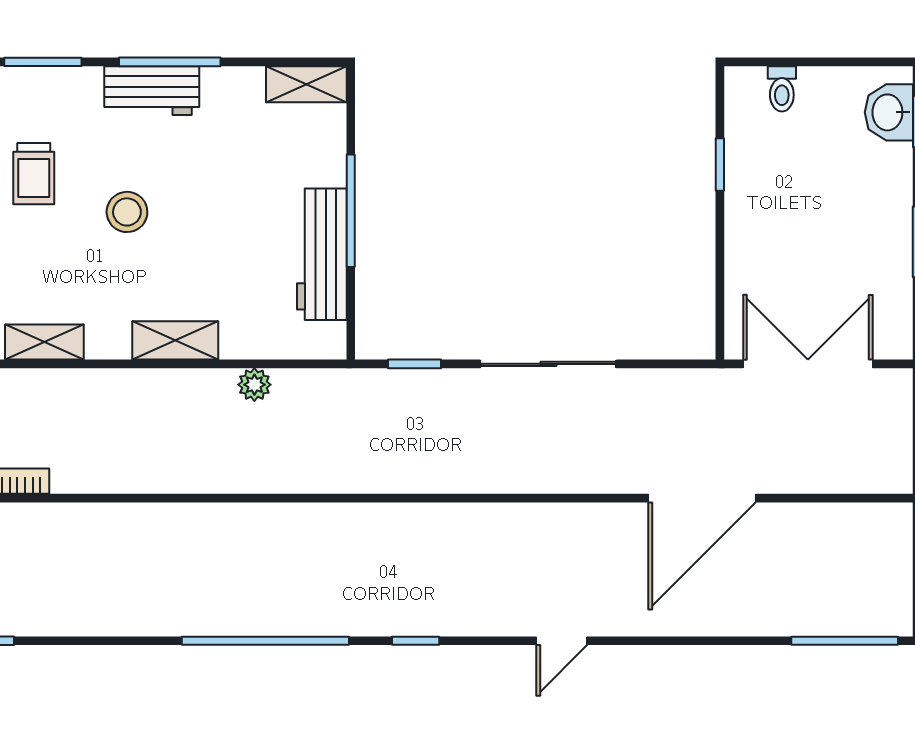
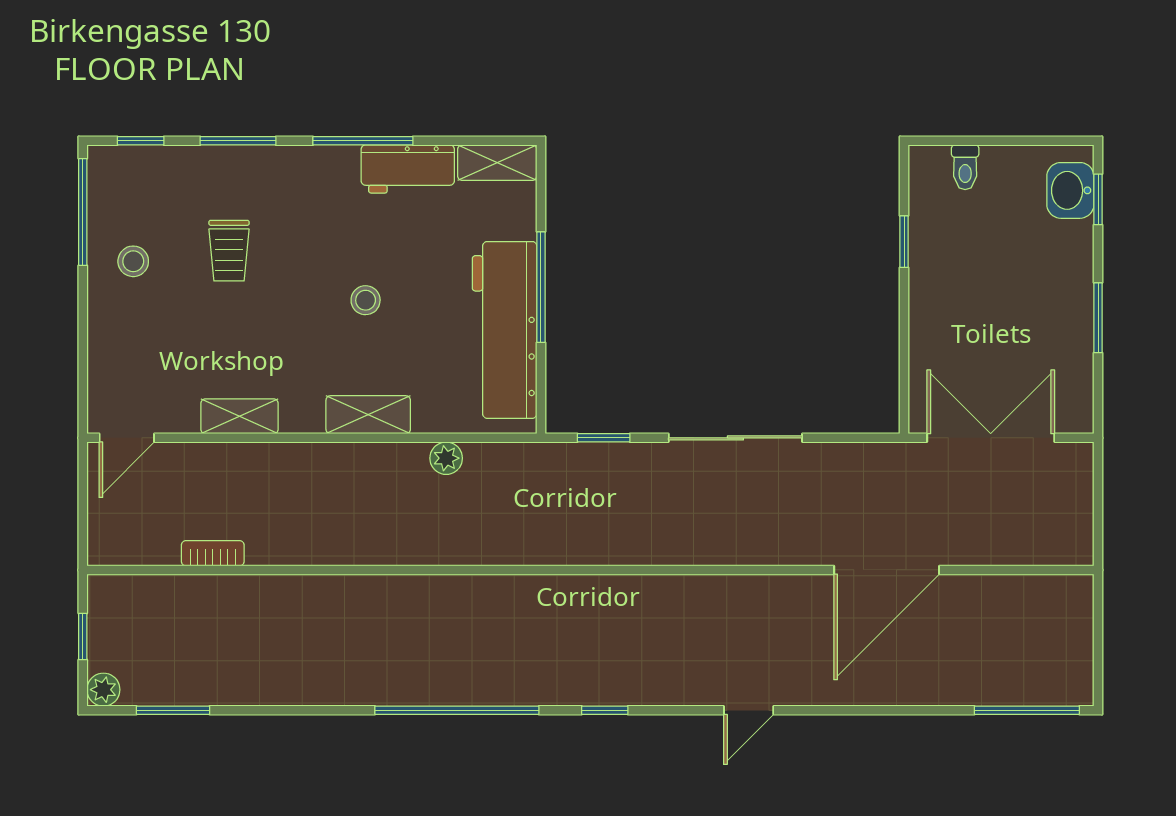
workbench: (152, 91) -> (408, 169), moved
stool: (127, 212) -> (366, 300), moved, width x0.73, depth x0.73
workbench: (322, 254) -> (505, 330), width x1.36, depth x1.32

